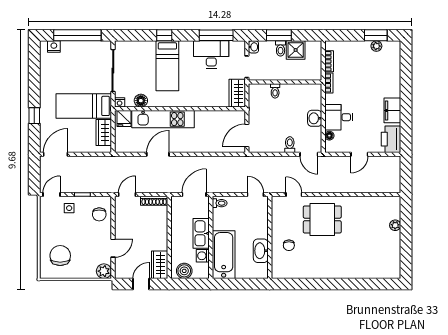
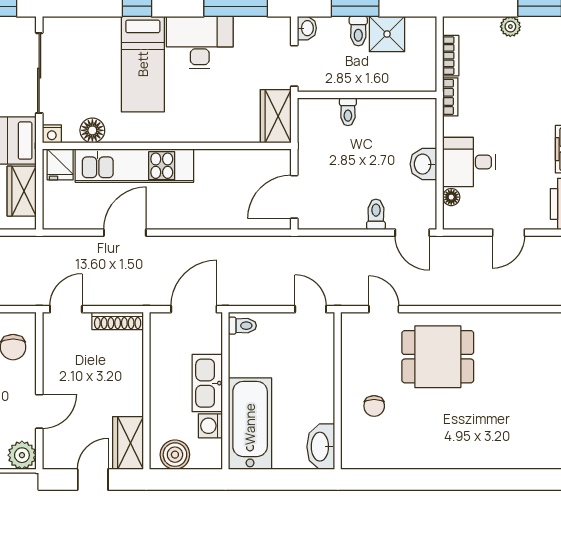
plant: (376, 46) -> (510, 27), moved
desk: (211, 54) -> (200, 43), moved
washbasin: (261, 251) -> (321, 447), moved

